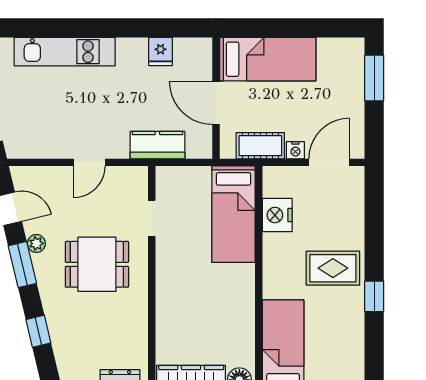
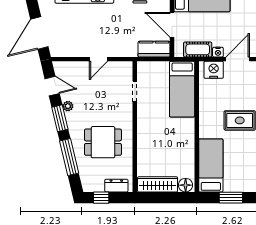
kitchen counter: (157, 145) -> (154, 49), moved
nightstand: (277, 215) -> (214, 70), moved, turned 90
dining table: (97, 264) -> (103, 142), moved
window: (38, 331) -> (69, 157), width x2.17

